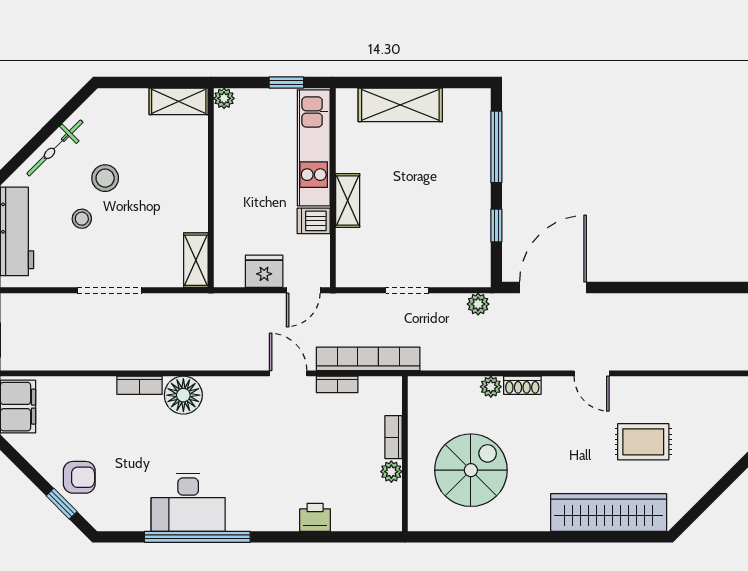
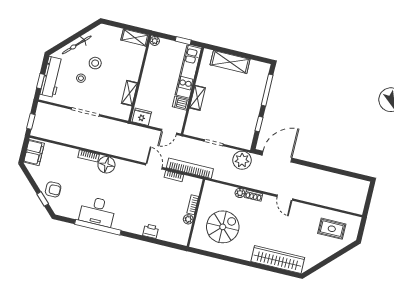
shelving: (196, 260) -> (129, 93), moved
fridge: (264, 271) -> (142, 117), moved
plant: (478, 304) -> (242, 160), width x1.87, depth x1.87
rug: (643, 442) -> (332, 229), moved

